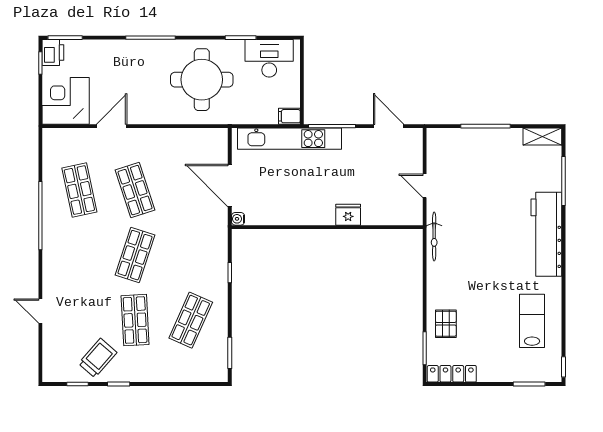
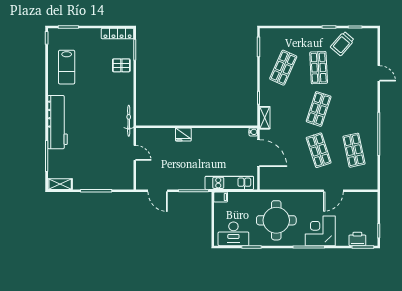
printer: (53, 53) -> (357, 239), moved, turned 90
corner desk: (66, 101) -> (320, 231), moved, turned 180
kitchen unit: (289, 139) -> (229, 183), width x0.73
shelving: (220, 241) -> (265, 118), added
pallet: (446, 324) -> (121, 65), turned 90

